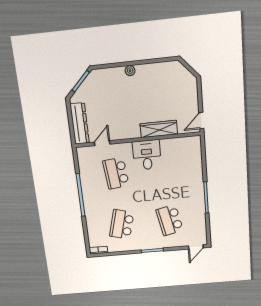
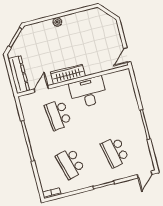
wardrobe: (159, 129) -> (68, 74), moved
desk: (147, 155) -> (88, 92), width x1.37
school desk: (122, 224) -> (70, 163), turned -30

